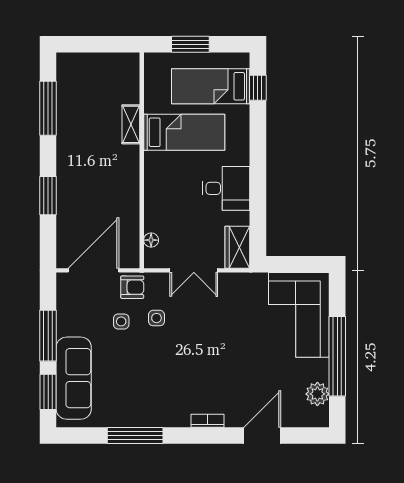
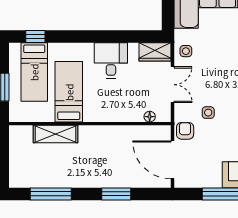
shelving: (131, 124) -> (56, 134), width x1.50, depth x1.33
side table: (121, 321) -> (186, 51), moved

